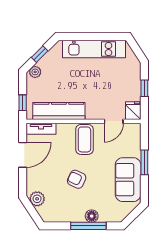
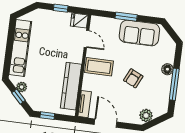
plant: (35, 72) -> (22, 87), moved
window: (23, 103) -> (47, 116), moved
window: (88, 226) -> (174, 84), moved

